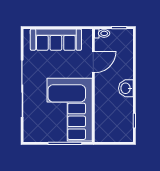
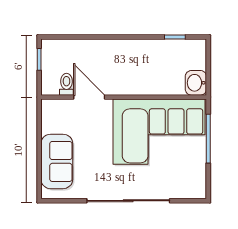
toilet: (102, 33) -> (66, 84), moved
sofa: (56, 40) -> (57, 161), width x0.73
washbasin: (126, 88) -> (196, 83), moved, turned 90

